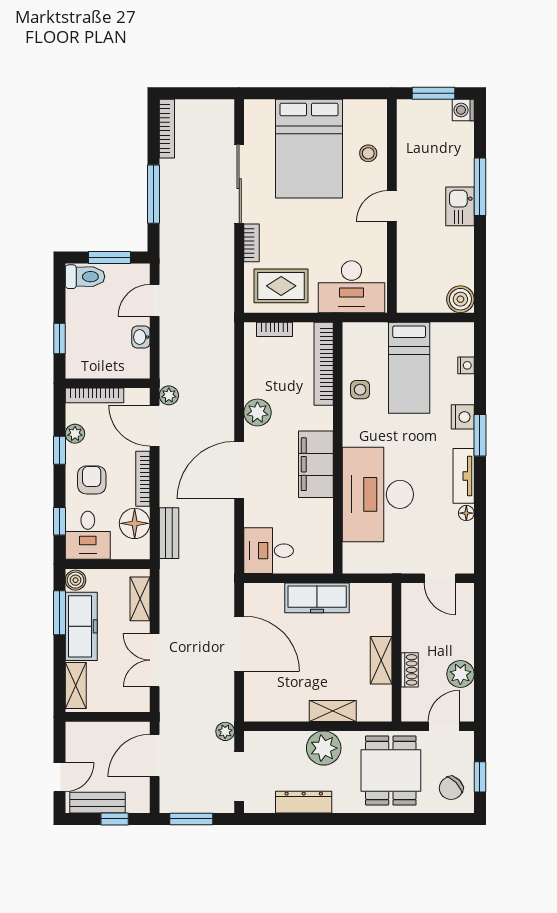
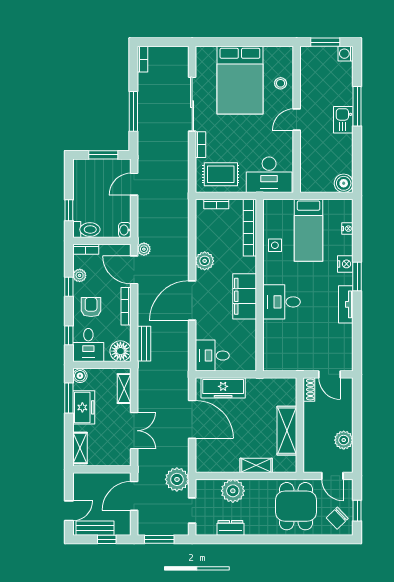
bookcase: (167, 129) -> (143, 59), width x0.64
toilet: (85, 277) -> (86, 229), moved
washbasin: (141, 337) -> (125, 230), moved
bookcase: (94, 395) -> (86, 249), width x0.64
desk: (378, 494) -> (282, 302), width x0.53, depth x0.77
floor lamp: (466, 513) -> (348, 330), removed
floor lamp: (135, 523) -> (120, 351), moved
freezer: (317, 598) -> (223, 388), moved
freezer: (81, 626) -> (84, 407), width x0.71
double door: (155, 660) -> (134, 431), swing flipped
shelving: (381, 660) -> (287, 431), width x1.50, depth x1.33
shoe rack: (410, 670) -> (309, 390), moved
door: (444, 726) -> (332, 476), swing flipped
plant: (225, 731) -> (177, 479), width x1.88, depth x1.88
plant: (324, 748) -> (233, 491), moved
doorway: (239, 777) -> (192, 510), width x0.73
dresser: (304, 802) -> (230, 528), width x0.70

